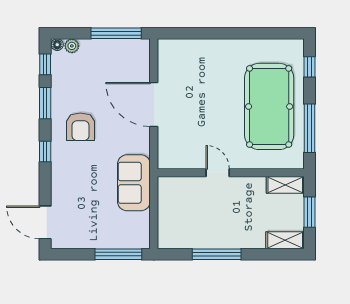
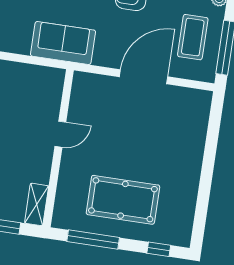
coffee table: (111, 65) -> (193, 37), added
pool table: (269, 106) -> (123, 200), width x0.73, depth x0.76

